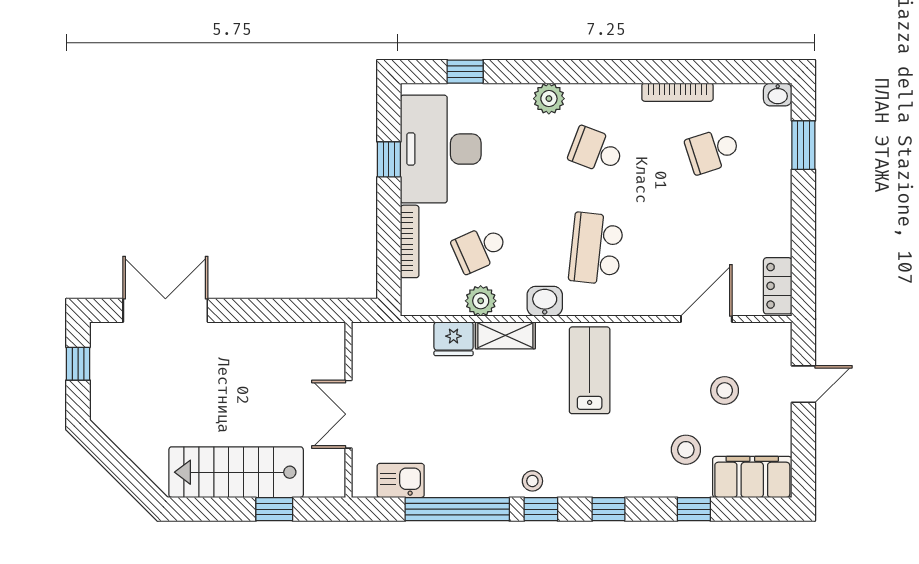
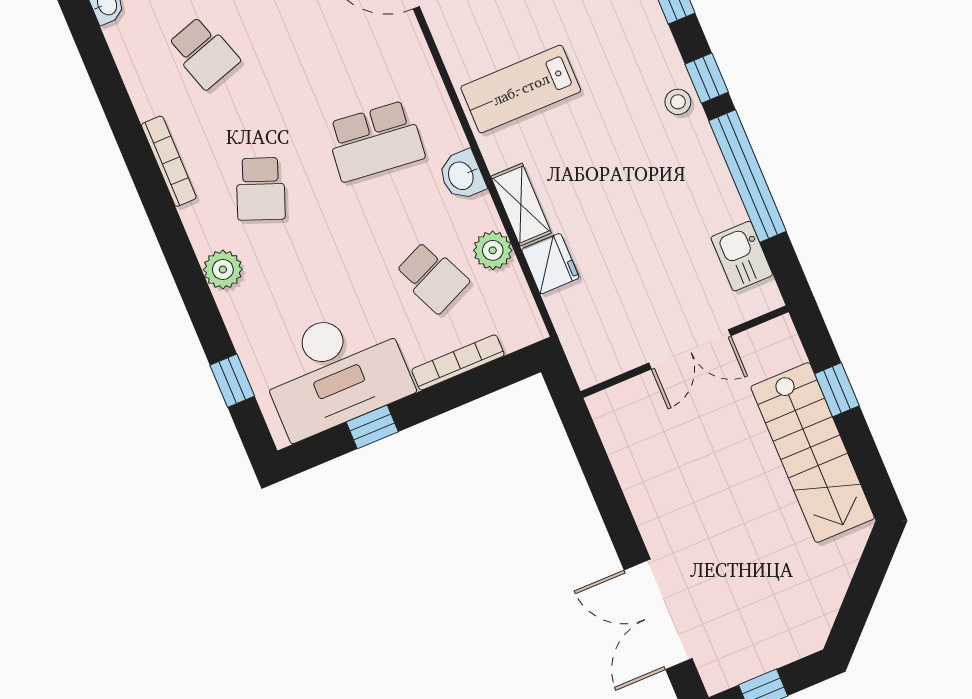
bookcase: (677, 92) -> (169, 161), moved

